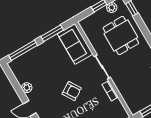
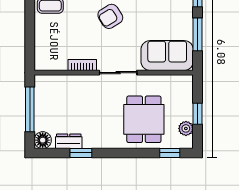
dining table: (121, 35) -> (144, 119), turned 90

